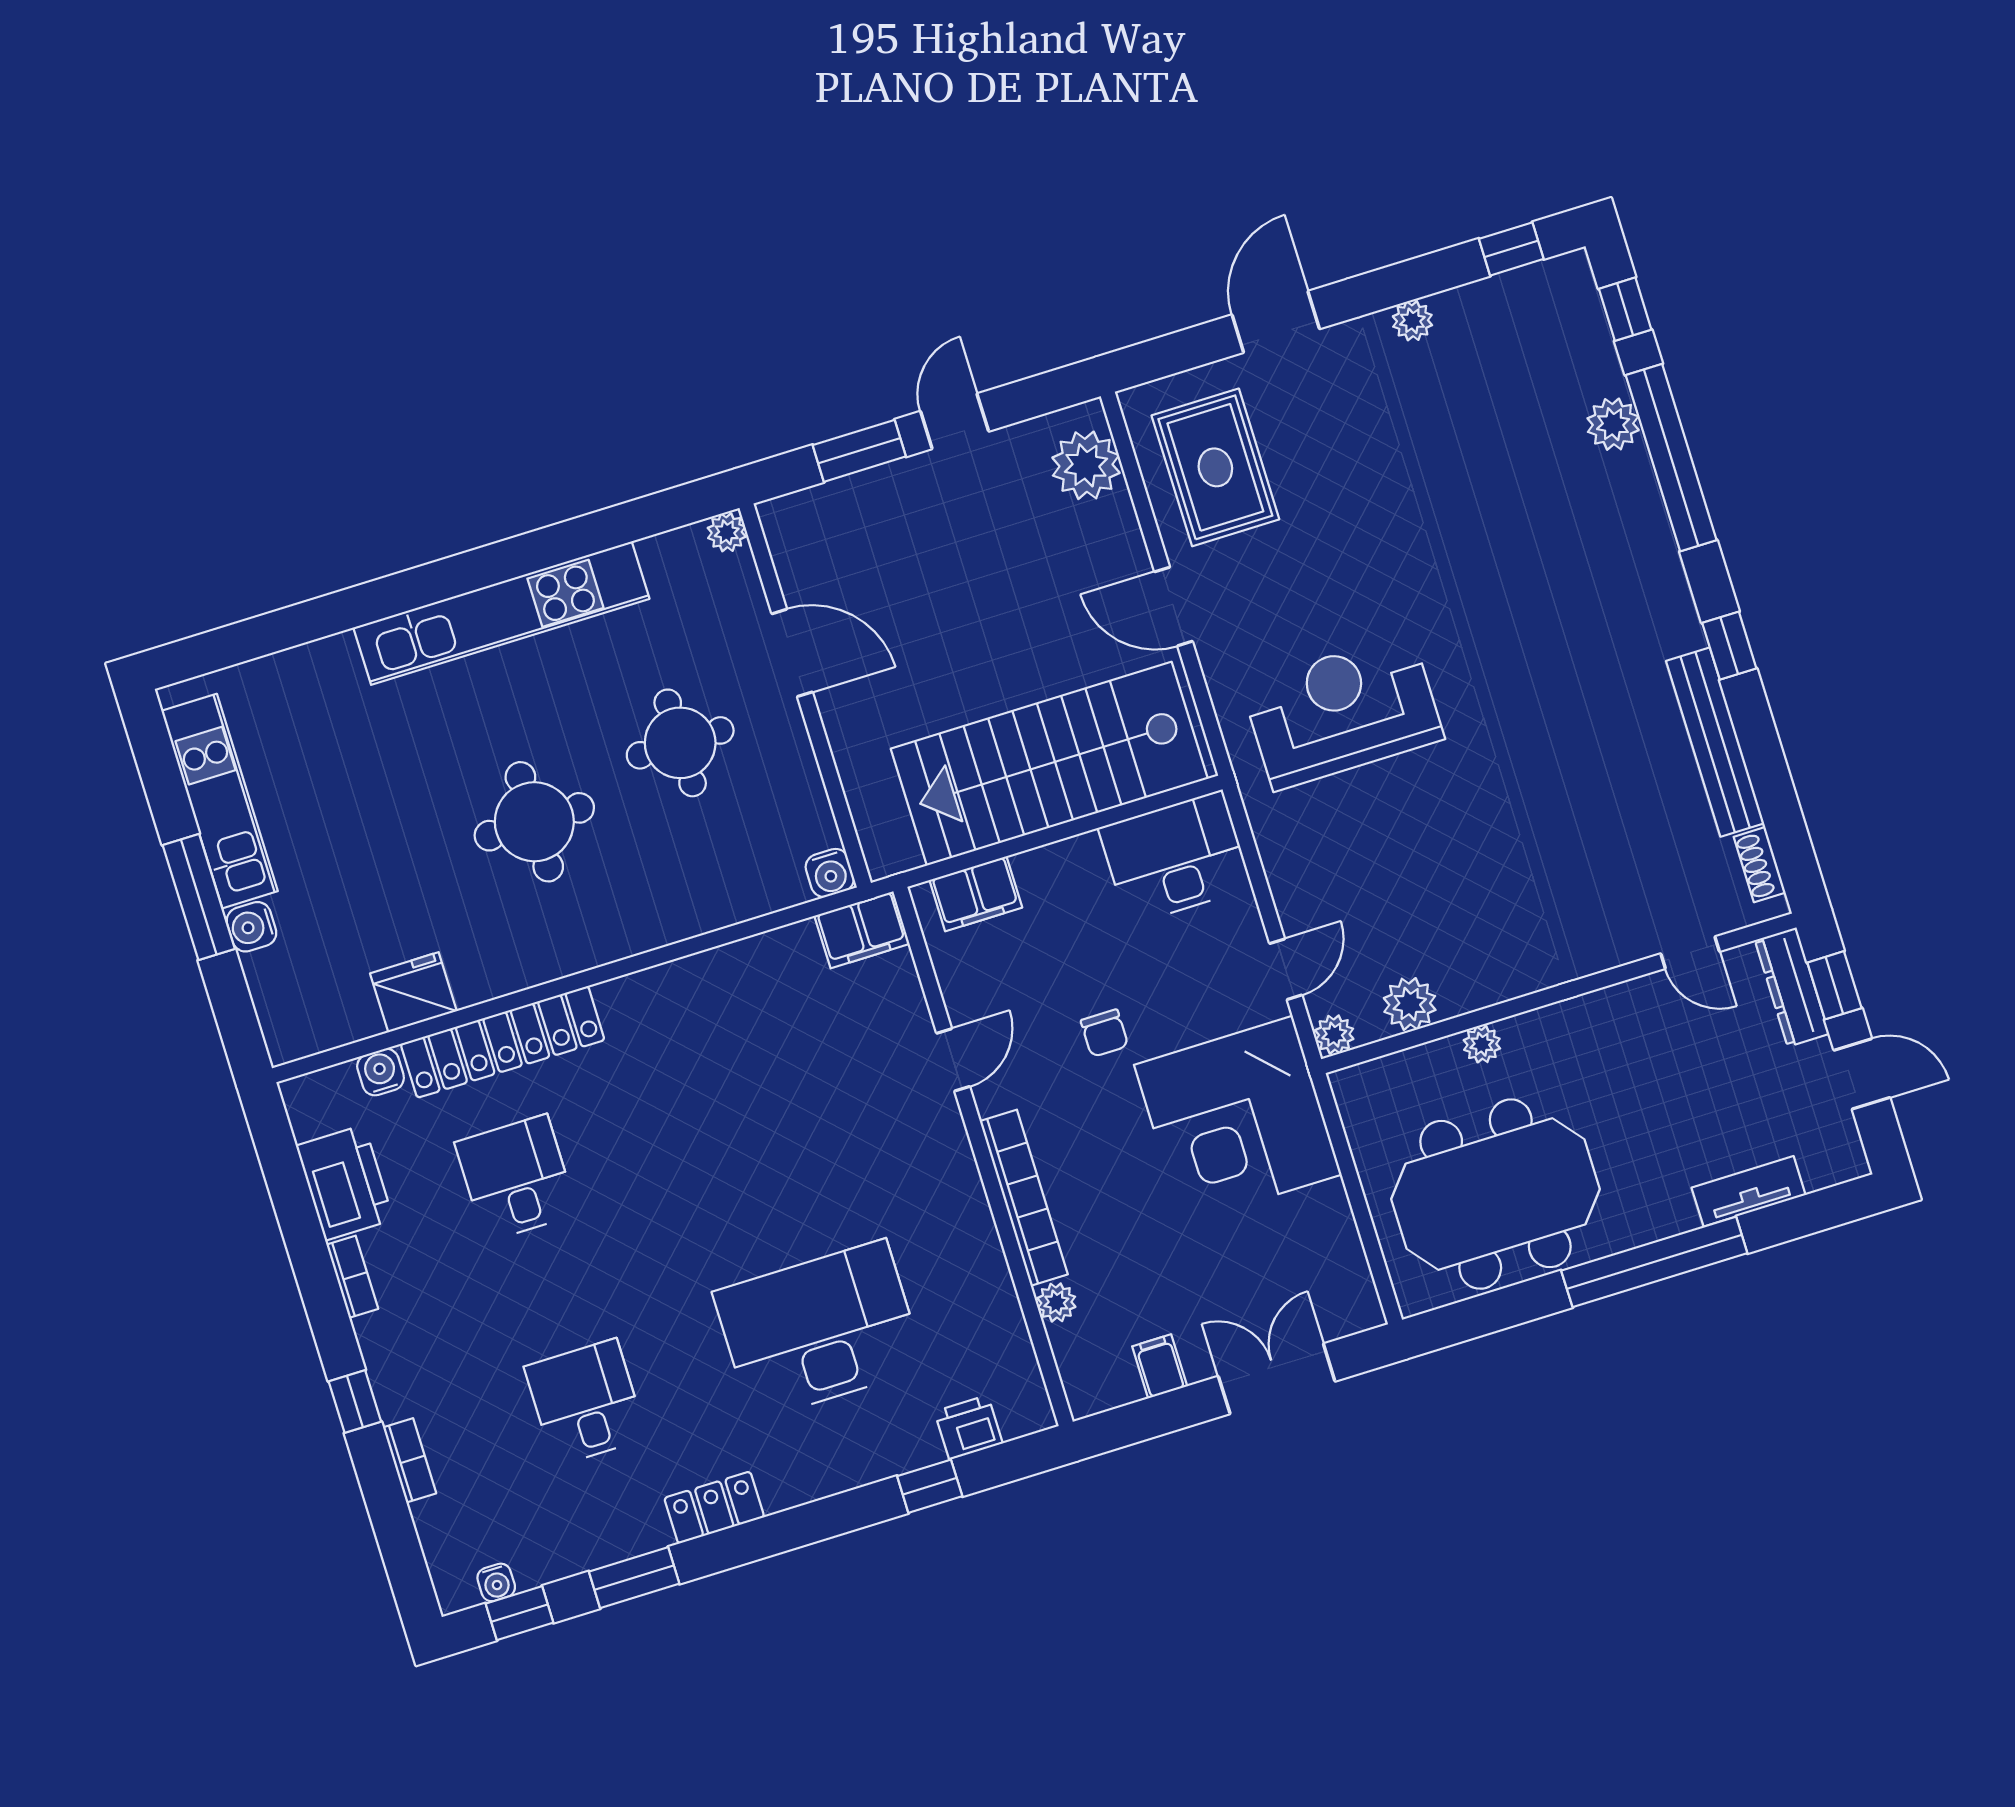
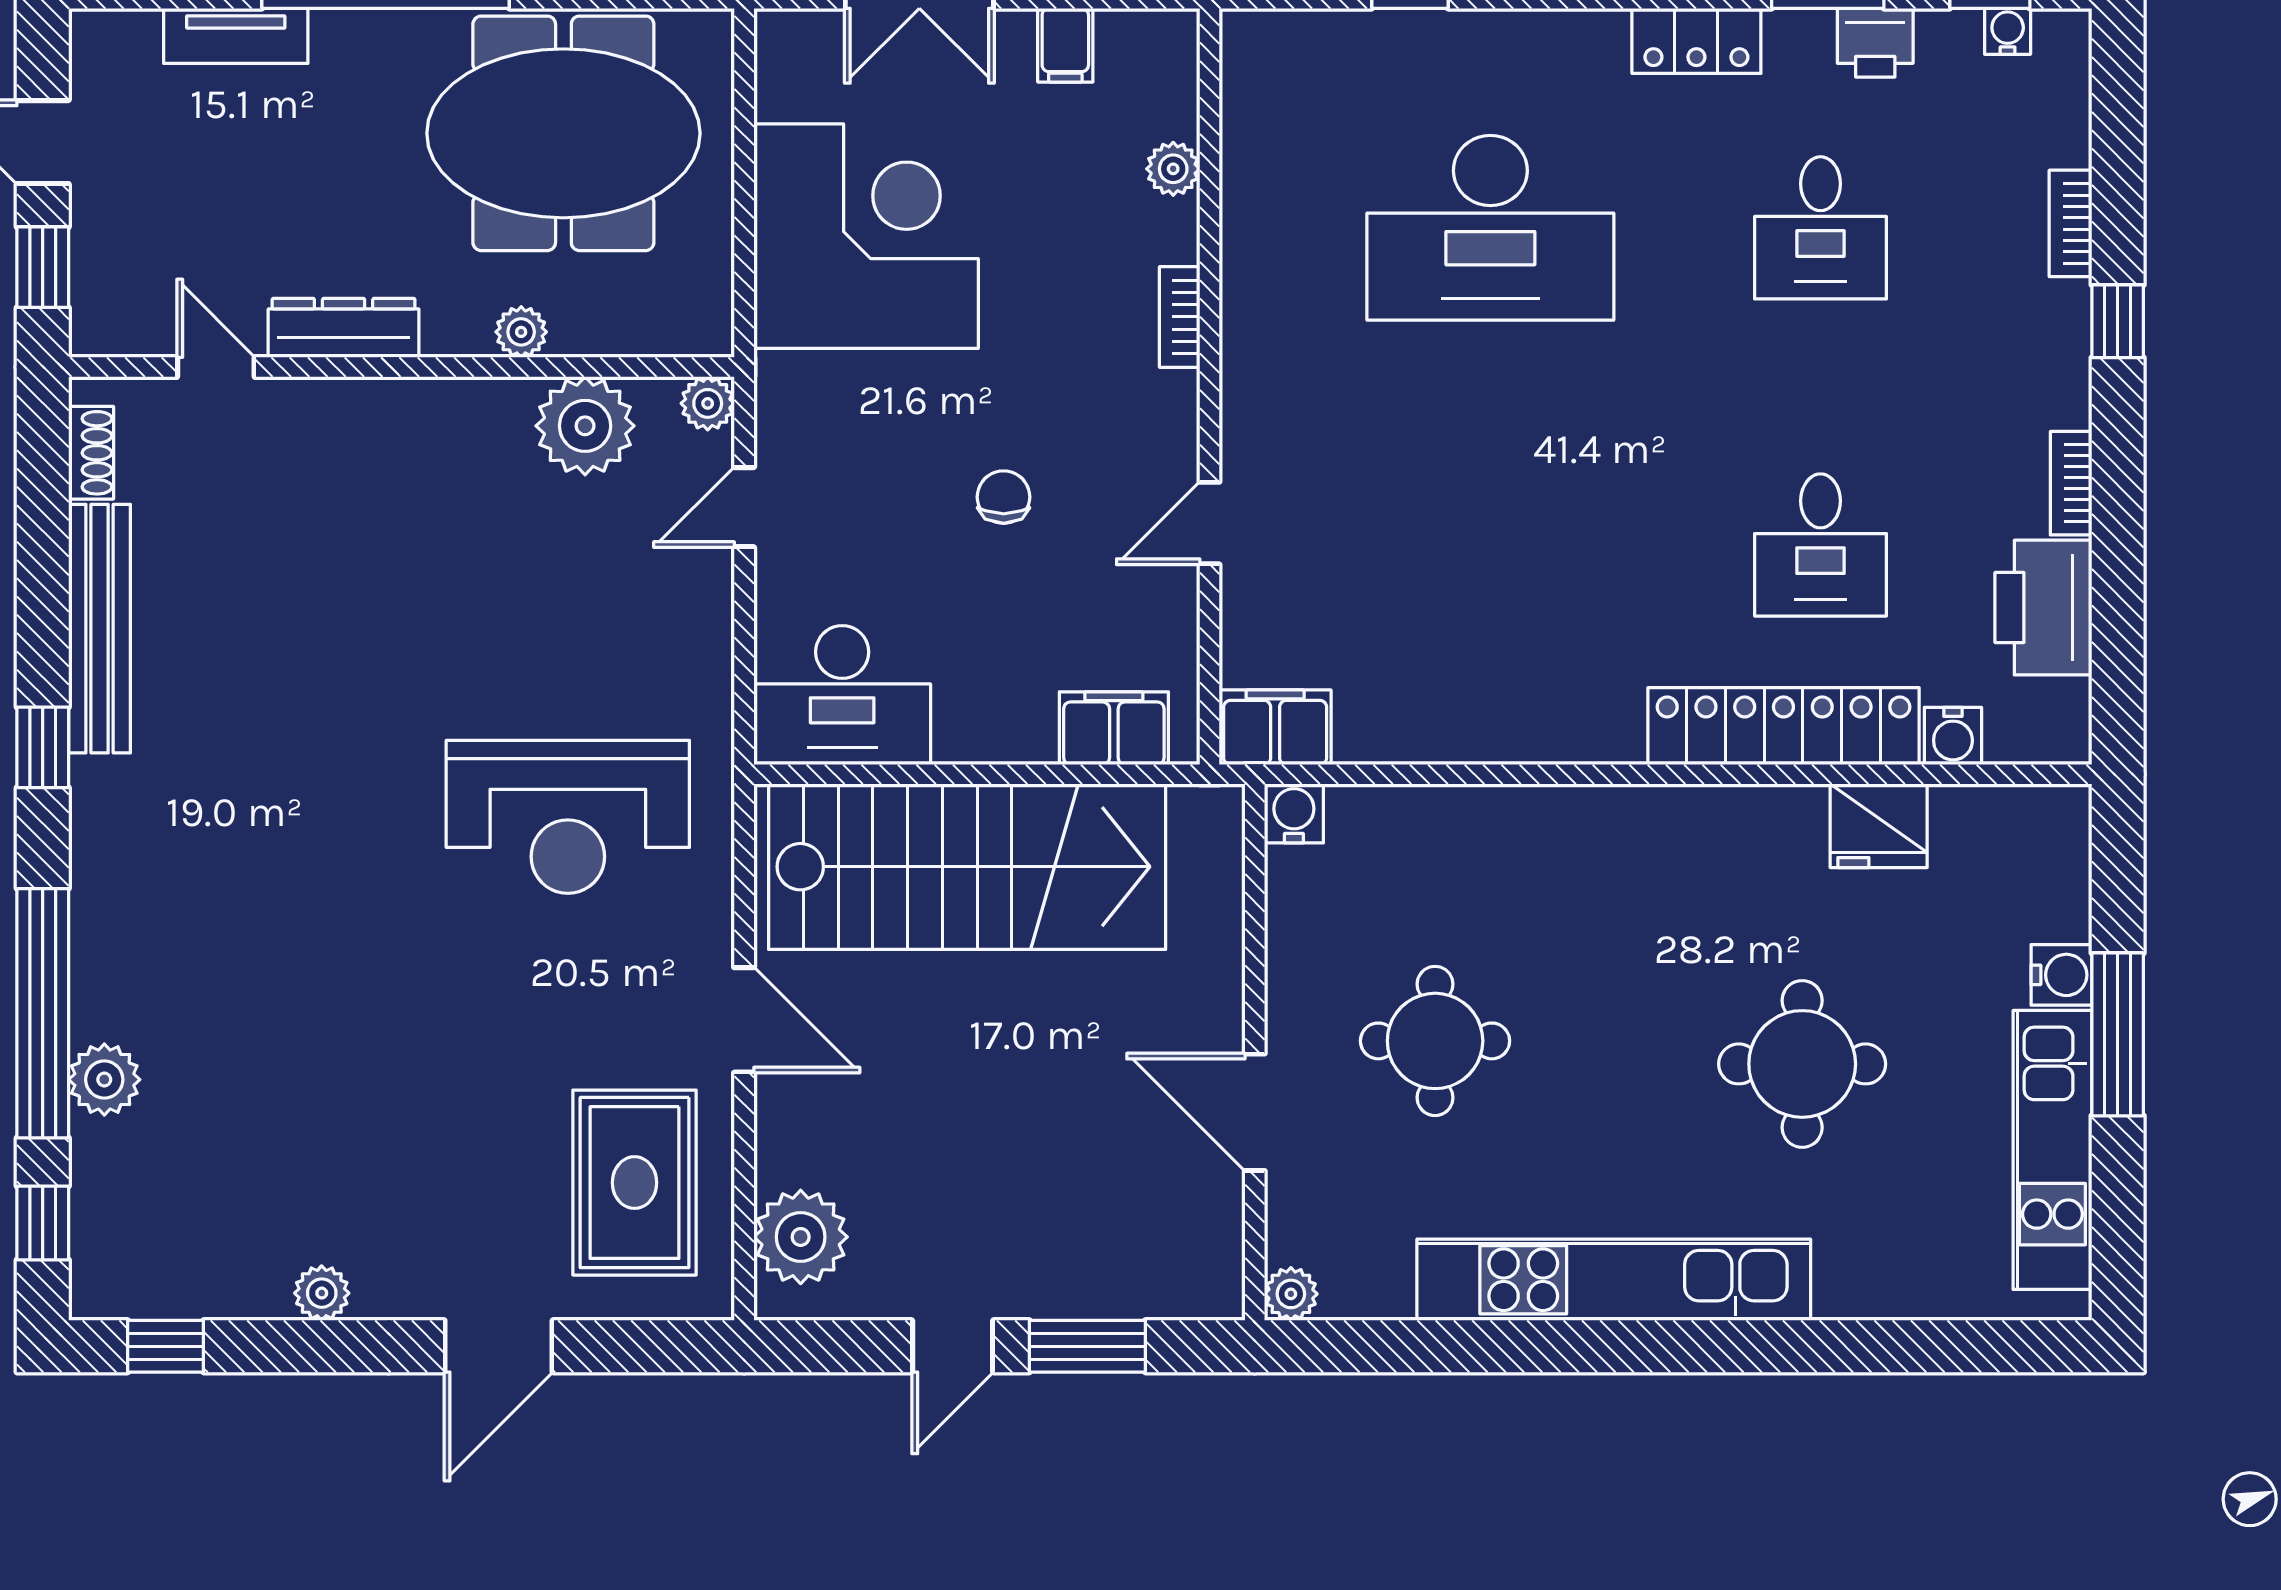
round table: (534, 822) -> (1802, 1064), moved
dresser: (1792, 987) -> (344, 328), moved, turned -90
plant: (1410, 1004) -> (585, 426), width x1.36, depth x1.36
corner desk: (1238, 1120) -> (866, 236), moved
bookcase: (1024, 1198) -> (1180, 317), width x0.43, depth x0.76
printer: (969, 1427) -> (1875, 43), moved

